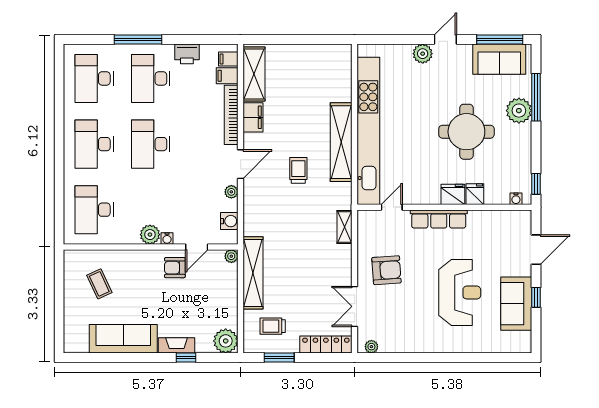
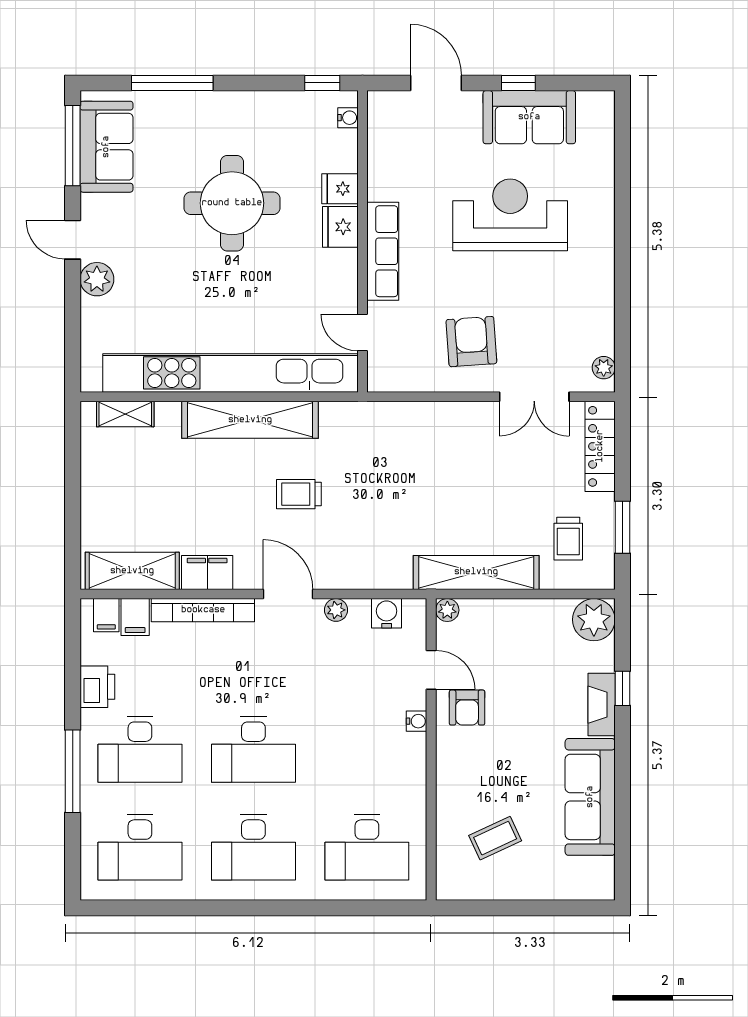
plant: (519, 111) -> (195, 113), removed
shelving: (345, 227) -> (125, 414), moved
plant: (150, 235) -> (410, 751), removed

